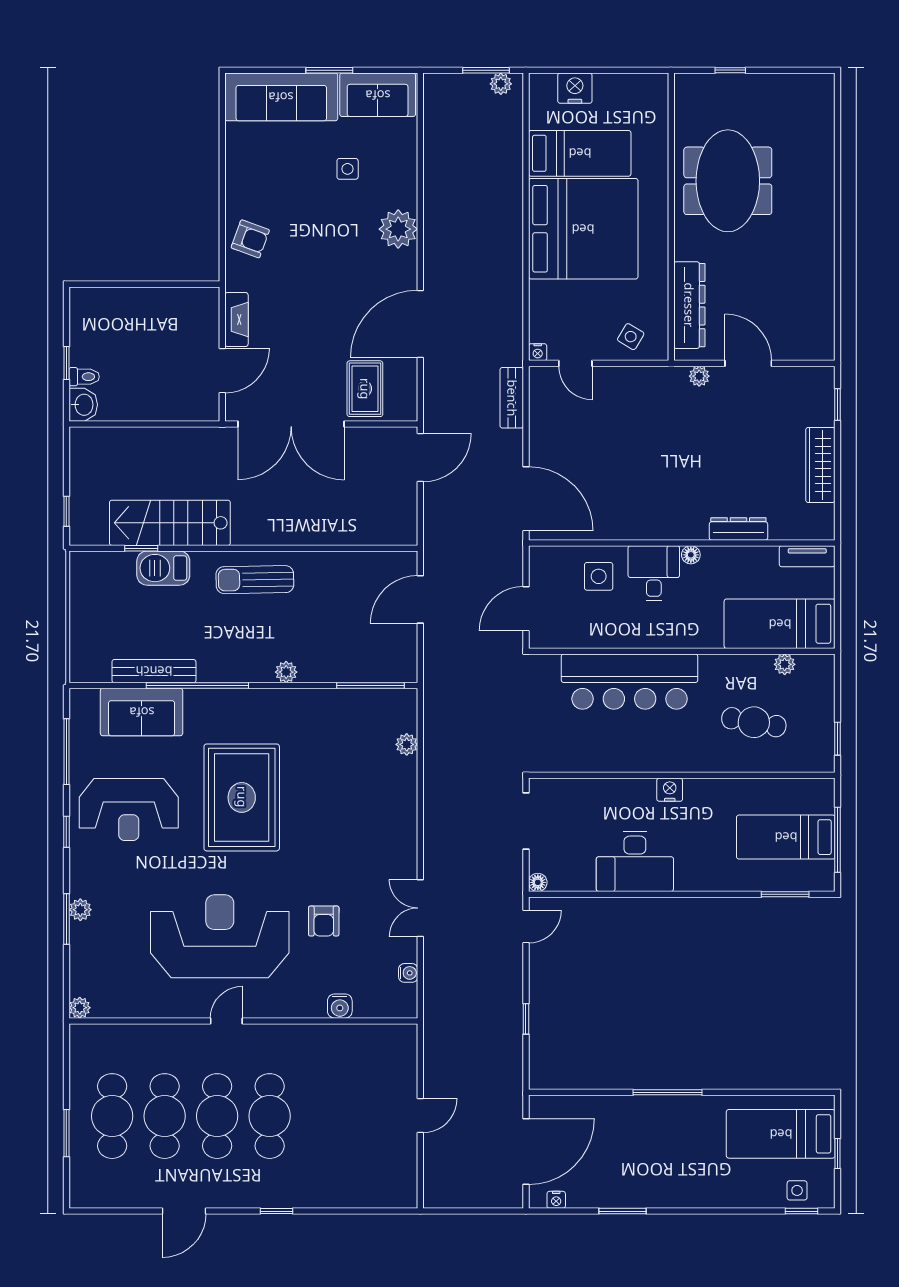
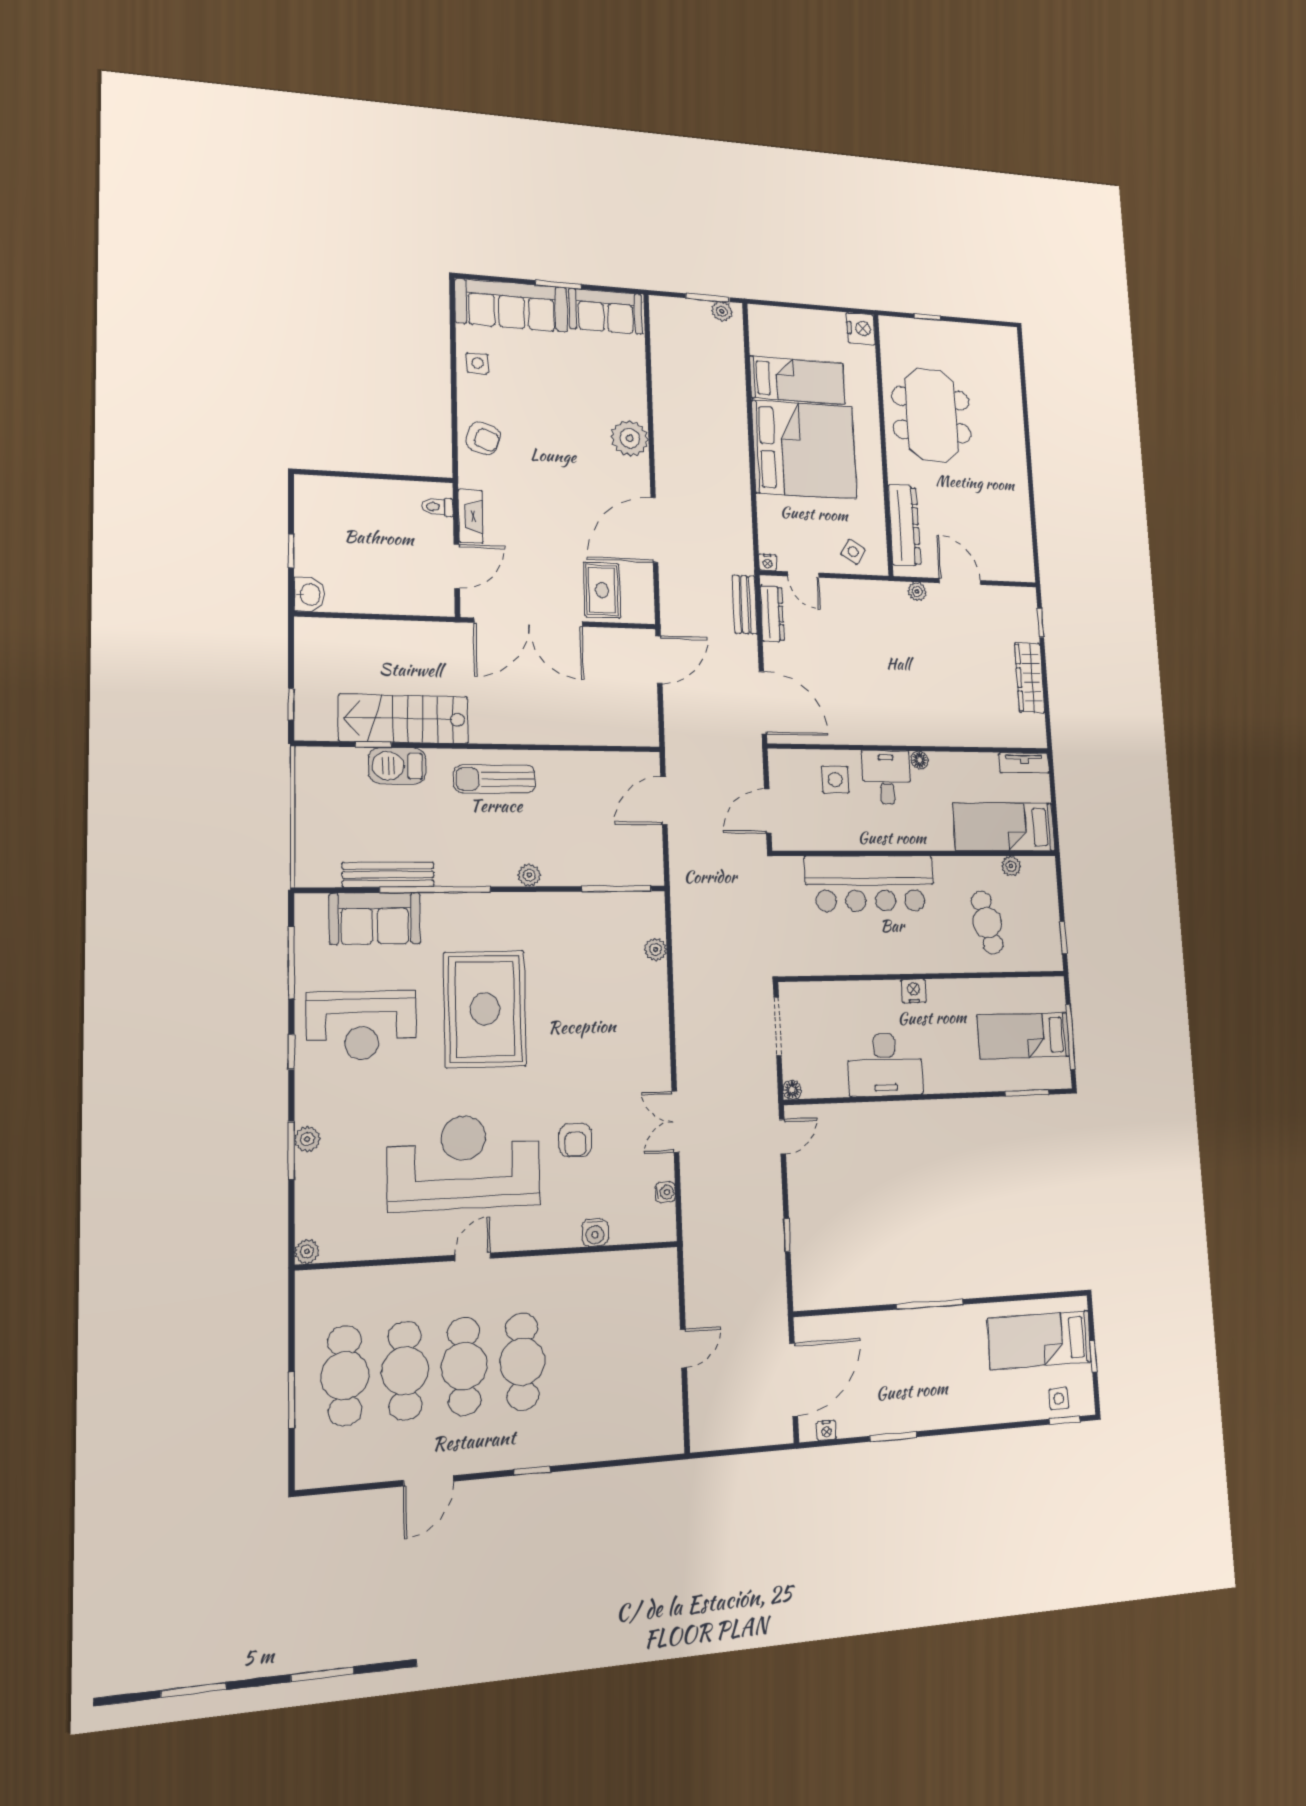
nightstand: (575, 88) -> (861, 329), moved, turned 90
side table: (348, 169) -> (478, 363), moved
toilet: (84, 377) -> (437, 507), moved, turned 180
dresser: (738, 529) -> (772, 614), moved, turned 90
cafe table: (754, 722) -> (987, 923), turned 67

